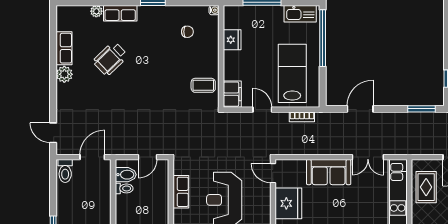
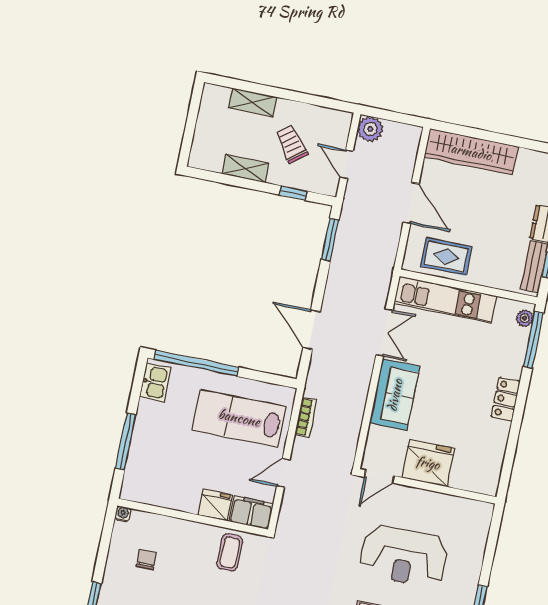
kitchen sink: (300, 14) -> (155, 382), width x0.73
fridge: (232, 40) -> (215, 505), moved

